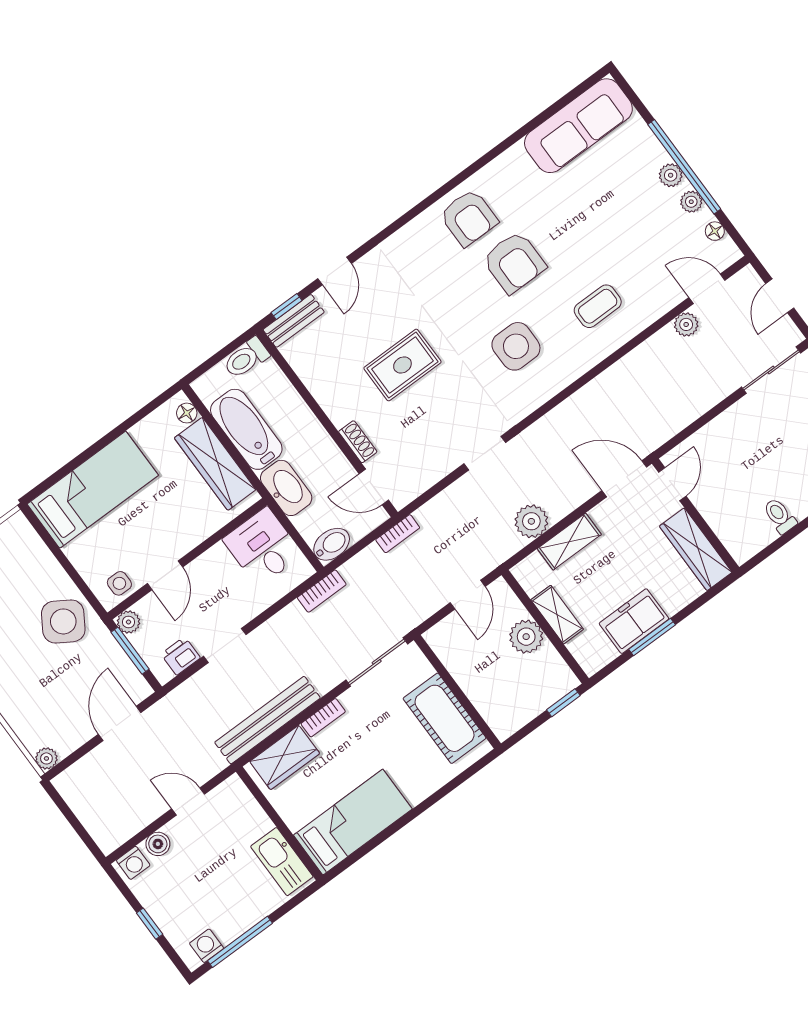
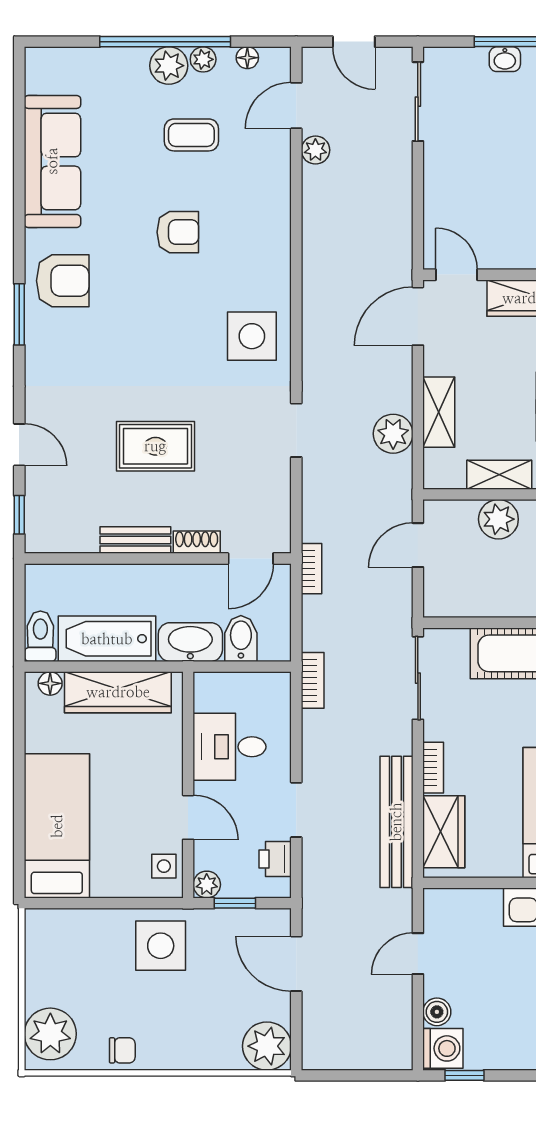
sofa: (578, 126) -> (52, 161), moved
plant: (671, 175) -> (169, 66), width x1.38, depth x1.38
window: (424, 205) -> (19, 314), added
armchair: (514, 262) -> (178, 232), moved, width x0.72, depth x0.72
coffee table: (598, 306) -> (191, 135), moved, turned 90
bench: (294, 321) -> (135, 540), moved, turned 90
side table: (516, 346) -> (252, 336), moved
toilet: (246, 358) -> (40, 636), moved, turned 180
rug: (402, 365) -> (155, 446), turned 90
bidet: (332, 544) -> (241, 638), moved
desk: (263, 547) -> (229, 747), moved
door: (468, 595) -> (418, 545), swing flipped
side table: (63, 621) -> (161, 946), turned -32
window: (130, 651) -> (235, 903), width x0.67
plant: (46, 758) -> (267, 1046), width x1.87, depth x1.87
washing machine: (133, 863) -> (443, 1048), width x1.38, depth x1.38
window: (150, 924) -> (464, 1075), moved

